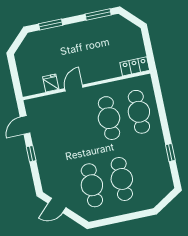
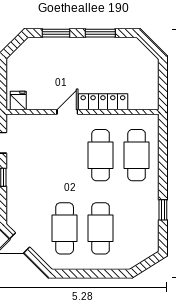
window: (98, 14) -> (100, 33), moved
locker: (135, 66) -> (103, 102), moved, width x1.53
fridge: (51, 83) -> (18, 101), moved

